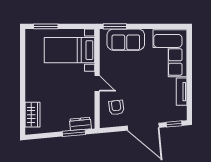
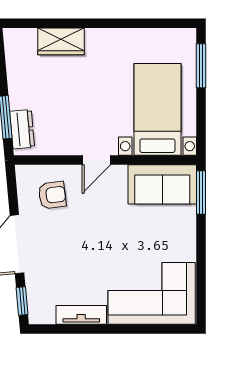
sofa: (126, 40) -> (162, 184), moved, turned -90
wardrobe: (32, 115) -> (61, 41), moved

